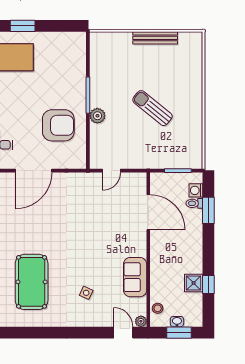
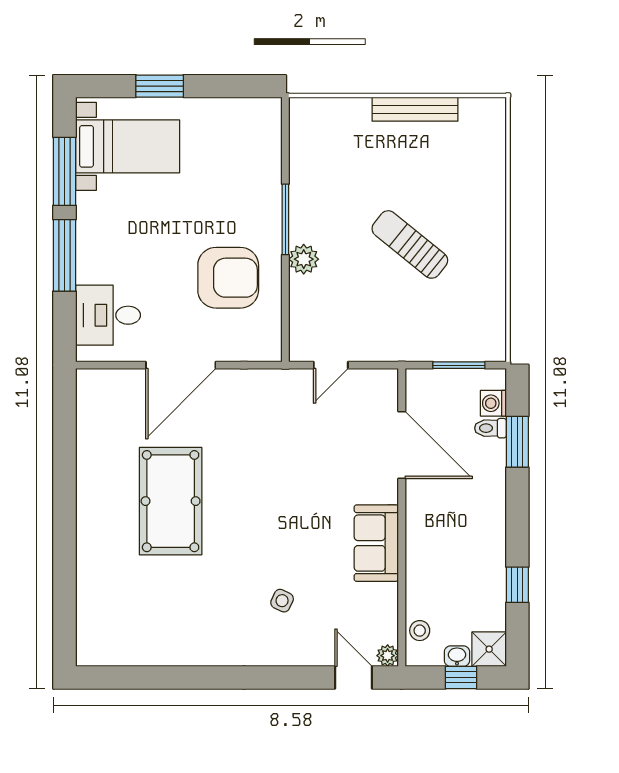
sofa: (135, 277) -> (376, 543), moved
pool table: (32, 282) -> (171, 501), moved
shower: (194, 283) -> (489, 649), moved
window: (179, 333) -> (461, 677), width x0.67

